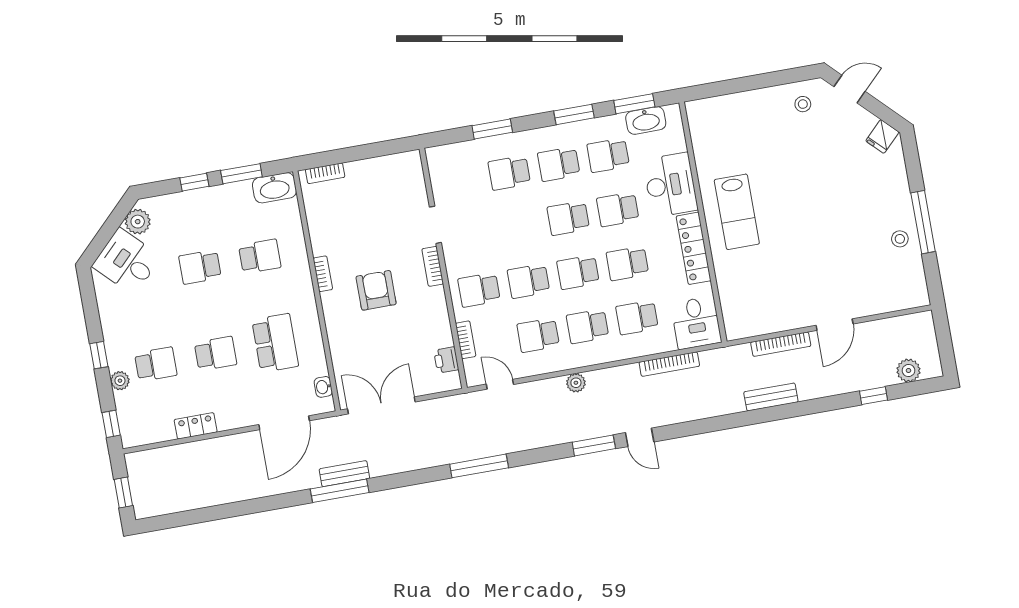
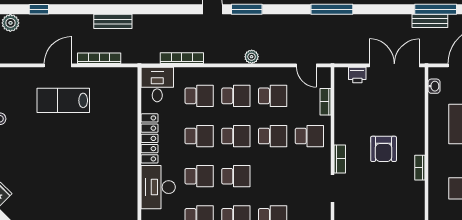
lab bench: (737, 212) -> (63, 100), moved, turned -90
printer: (446, 360) -> (357, 75), moved, turned 90
double door: (381, 405) -> (394, 65), swing flipped

